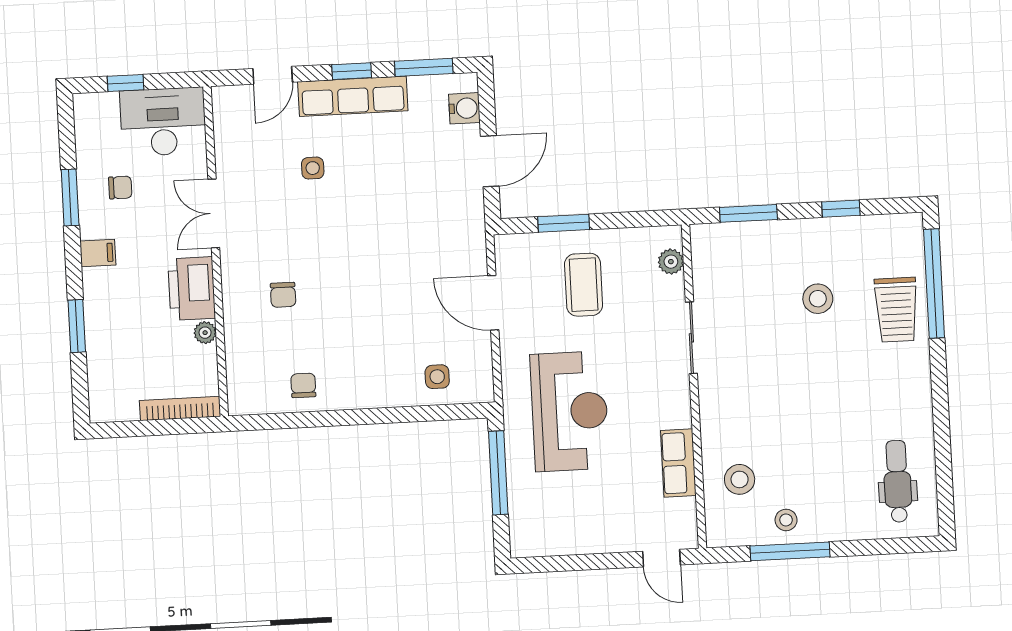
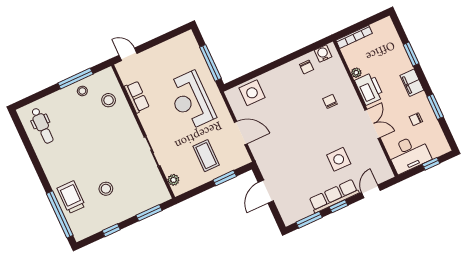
water cooler: (464, 108) -> (323, 53), moved, turned 90
side table: (313, 168) -> (339, 159), width x1.87, depth x1.87
filing cabinet: (98, 253) -> (412, 83), width x2.00
side table: (437, 377) -> (252, 93), width x1.87, depth x1.87

